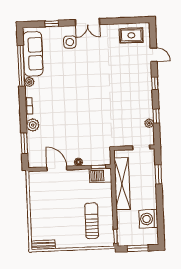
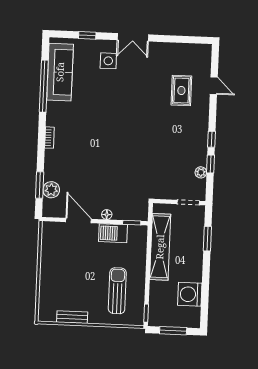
rug: (131, 35) -> (181, 90), moved, turned 90
plant: (29, 82) -> (52, 107), removed
window: (155, 84) -> (212, 139), moved
plant: (33, 125) -> (51, 190), moved
barbecue: (100, 175) -> (113, 233), moved
bench: (43, 245) -> (72, 317), moved

